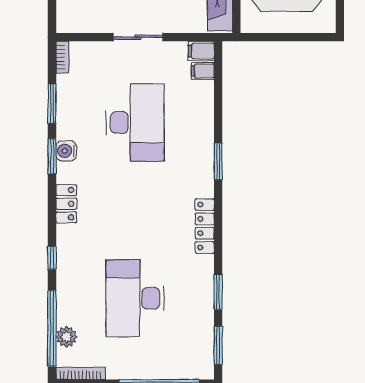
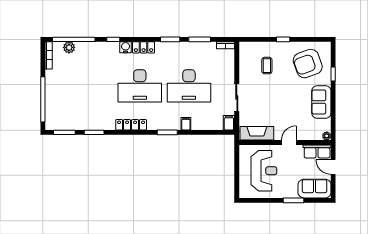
sliding door: (138, 37) -> (237, 98), moved
filing cabinet: (203, 71) -> (186, 124), moved
water cooler: (66, 151) -> (126, 47), moved
desk: (135, 298) -> (140, 86), moved, turned 180

